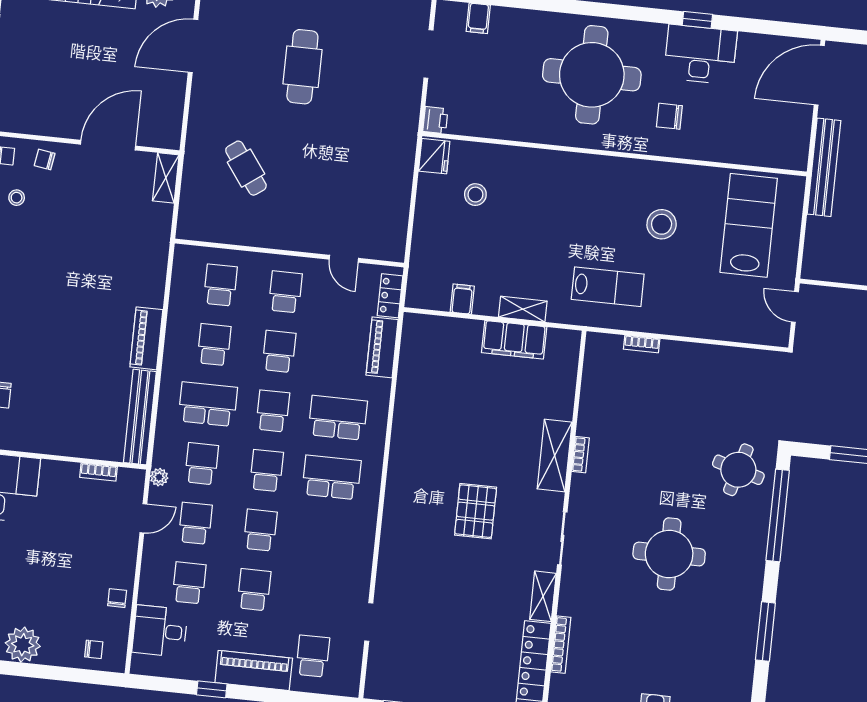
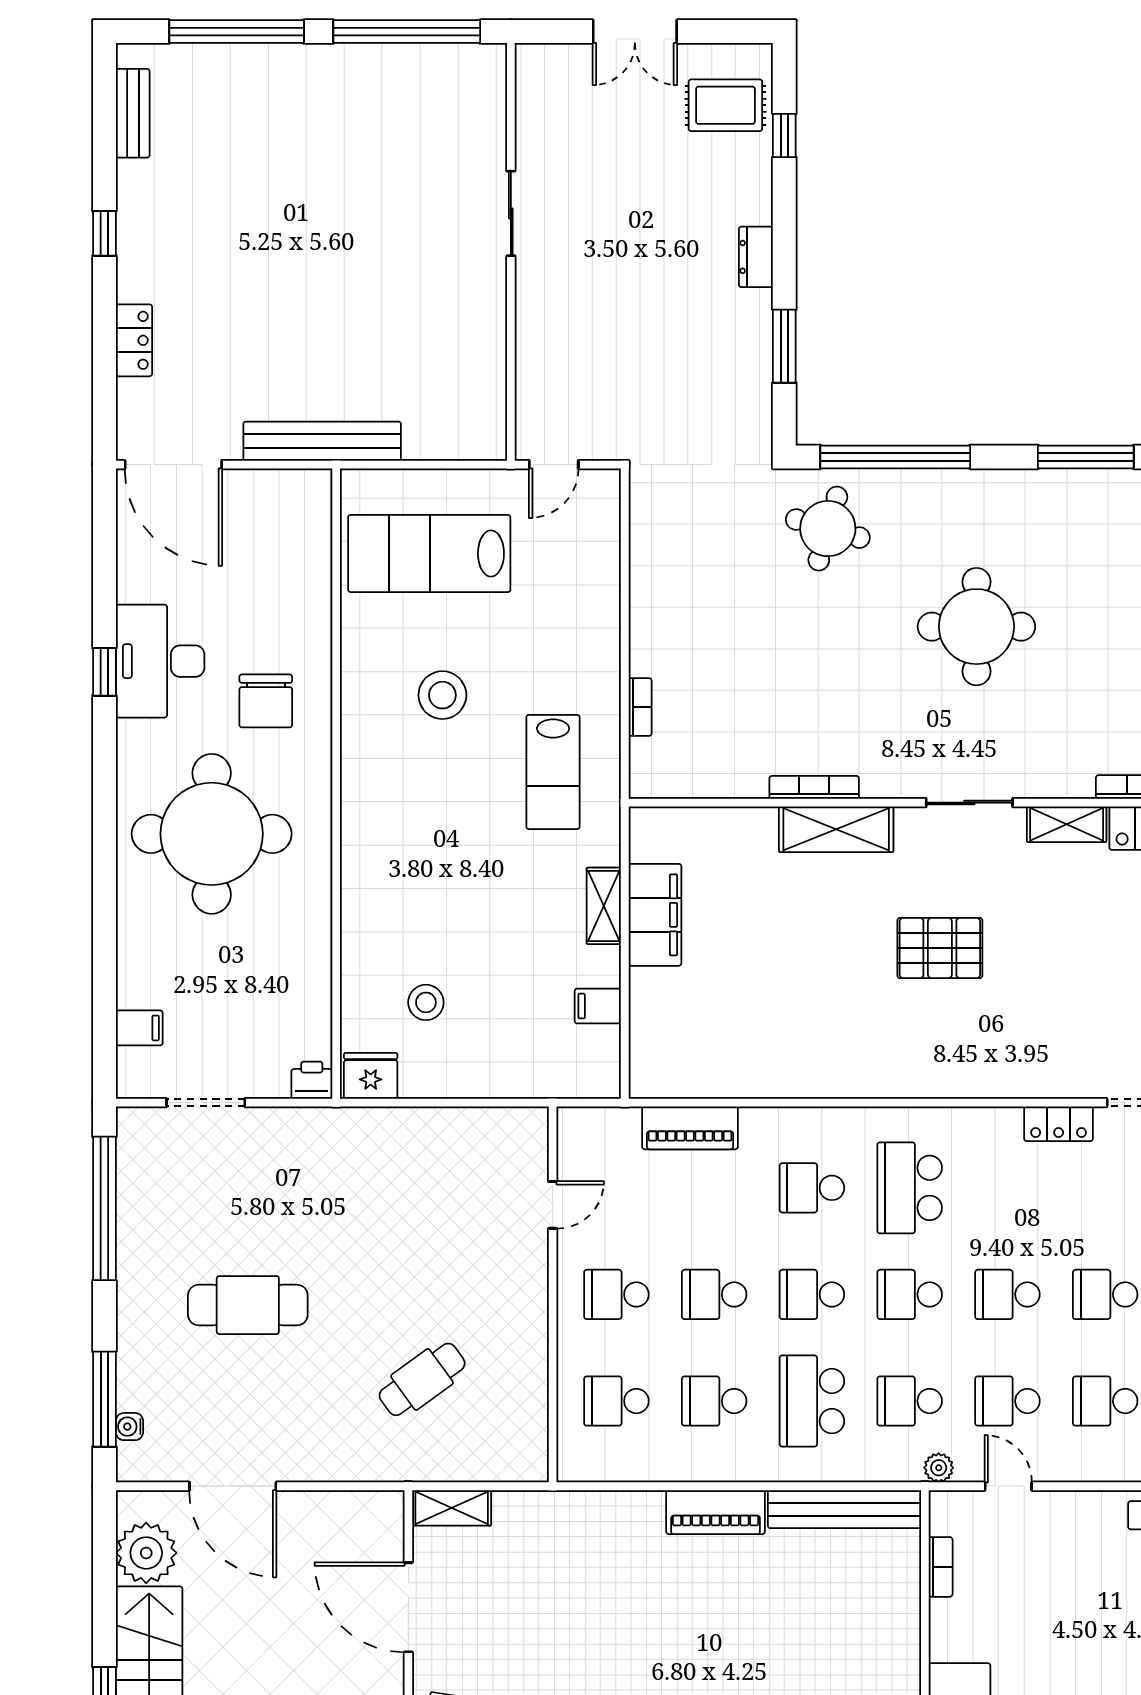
chair: (669, 116) -> (266, 701), width x1.37, depth x1.37
lab bench: (608, 287) -> (553, 772), turned 180
locker: (390, 296) -> (1059, 1124), moved
school desk: (338, 418) -> (812, 1188), width x0.54
bookcase: (581, 455) -> (814, 787), width x1.56

